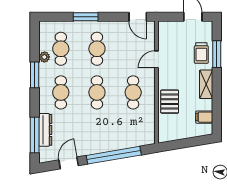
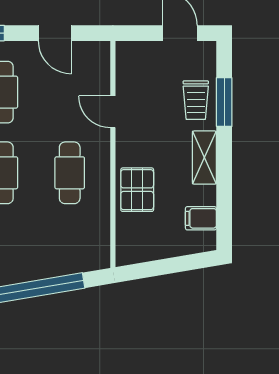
door: (138, 17) -> (55, 33), moved
door: (156, 59) -> (113, 112), hinge flipped

